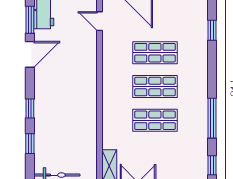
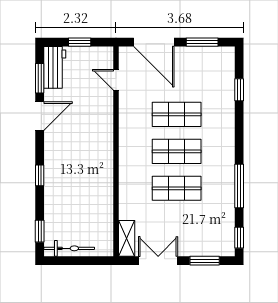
window: (30, 144) -> (40, 231), moved

